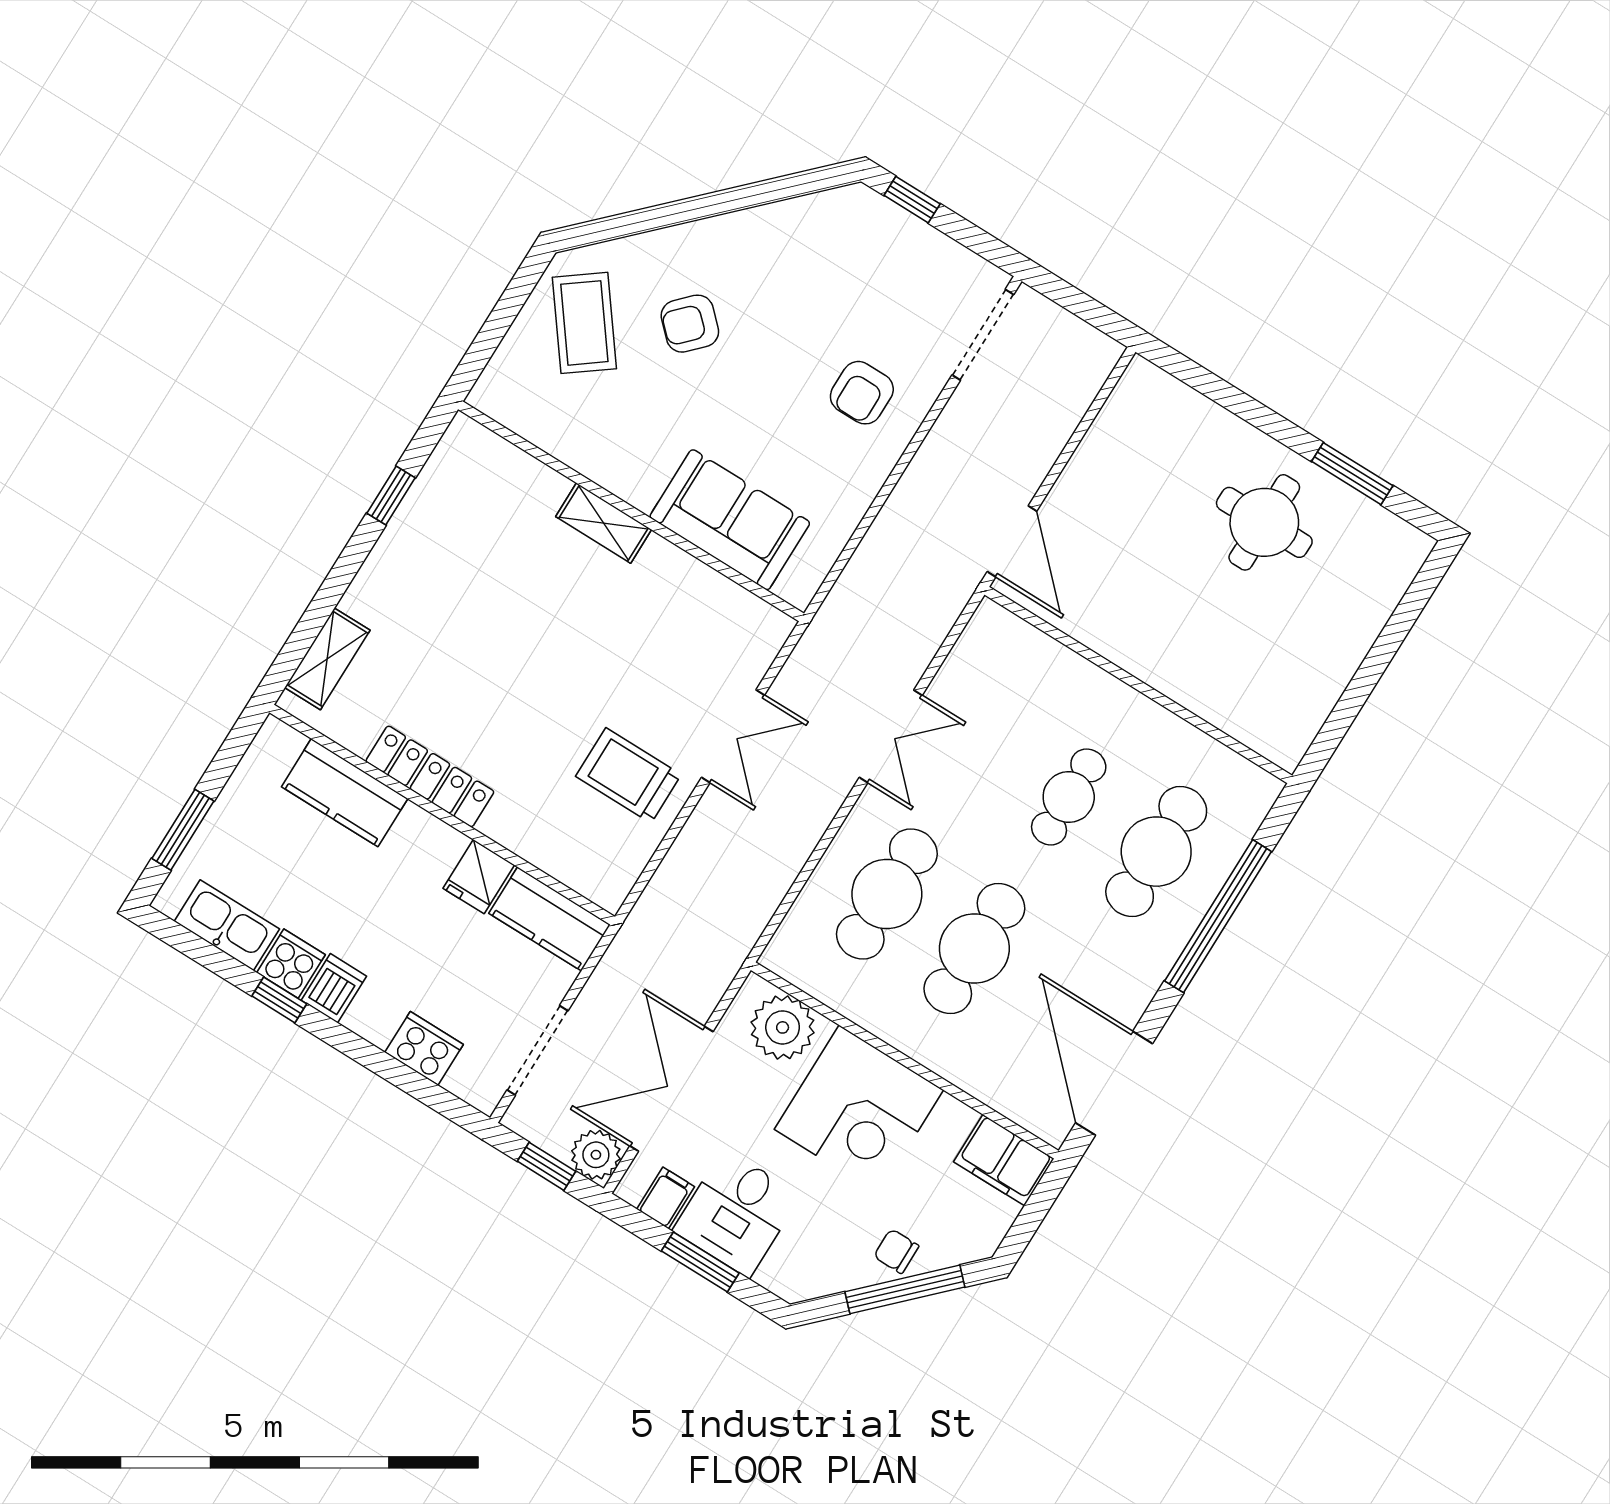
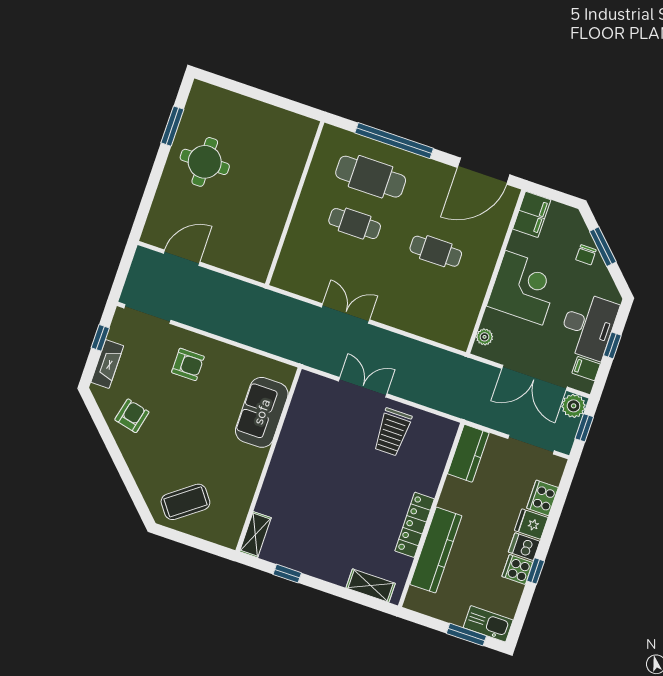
window: (912, 200) -> (100, 338), moved
fireplace: (901, 229) -> (107, 364), added
armchair: (690, 324) -> (132, 416), moved, turned -121
shelving: (604, 523) -> (255, 535), moved
door: (1012, 541) -> (182, 258), moved
kitchen counter: (345, 793) -> (436, 550), width x1.50
fridge: (479, 877) -> (531, 524), moved, turned 180
cafe table: (887, 894) -> (420, 298), removed
kitchen sink: (227, 925) -> (488, 624), moved, turned 90
cafe table: (974, 948) -> (436, 251), width x0.73, depth x0.74
plant: (783, 1027) -> (484, 337), width x0.53, depth x0.53
desk: (737, 1213) -> (588, 326), width x1.37
window: (700, 1262) -> (612, 345), width x0.67
window: (905, 1289) -> (603, 247), width x0.69

